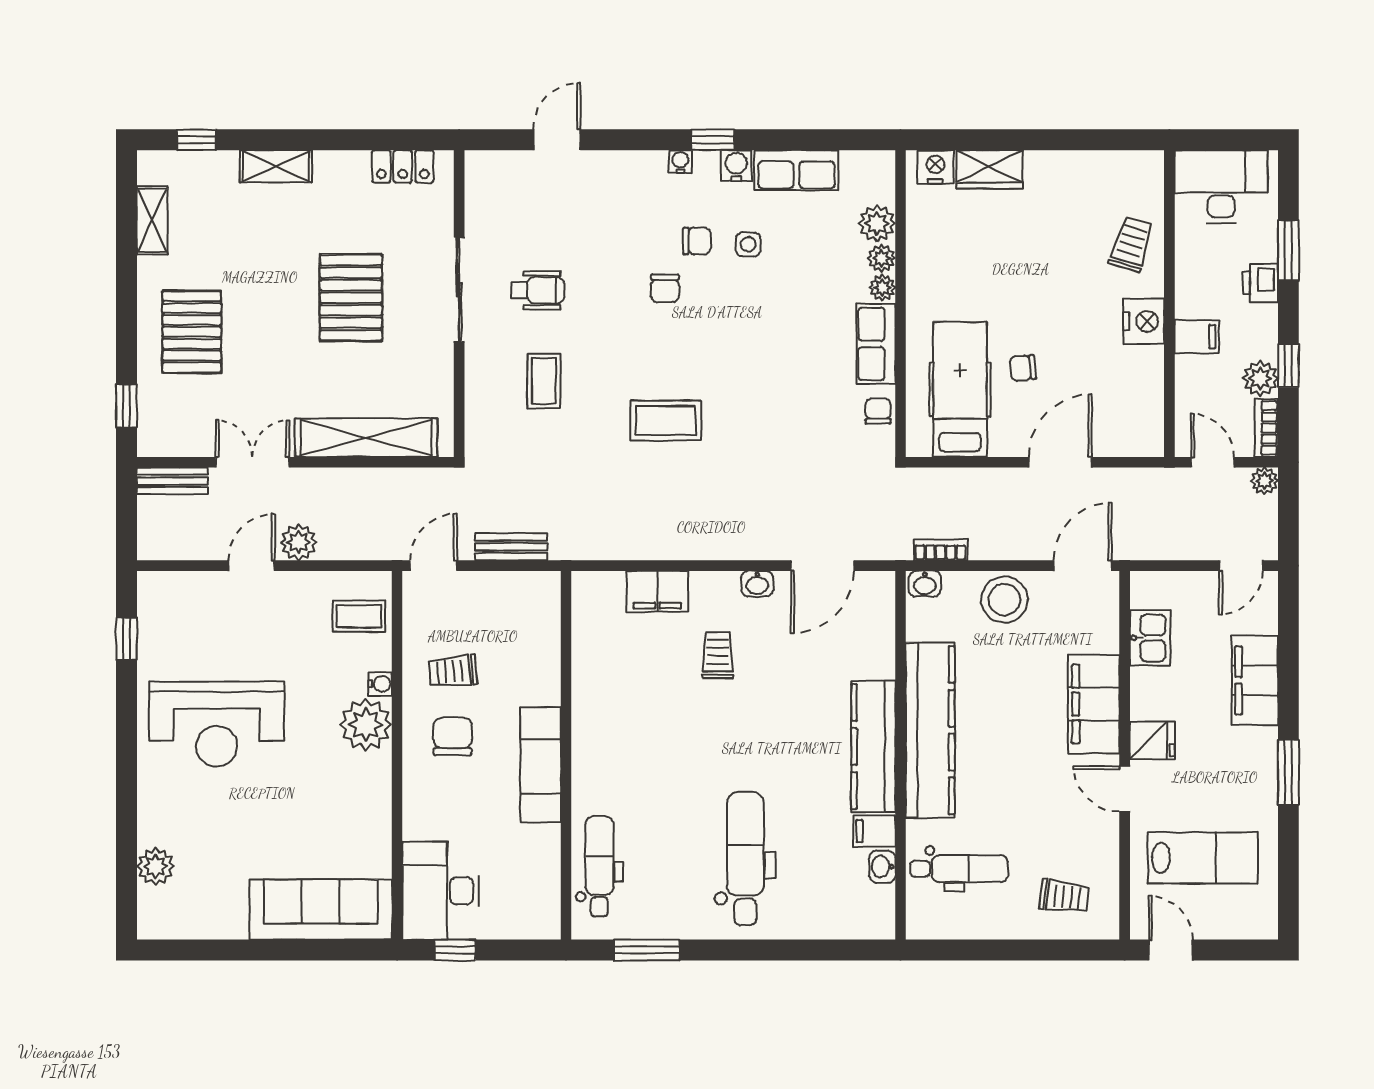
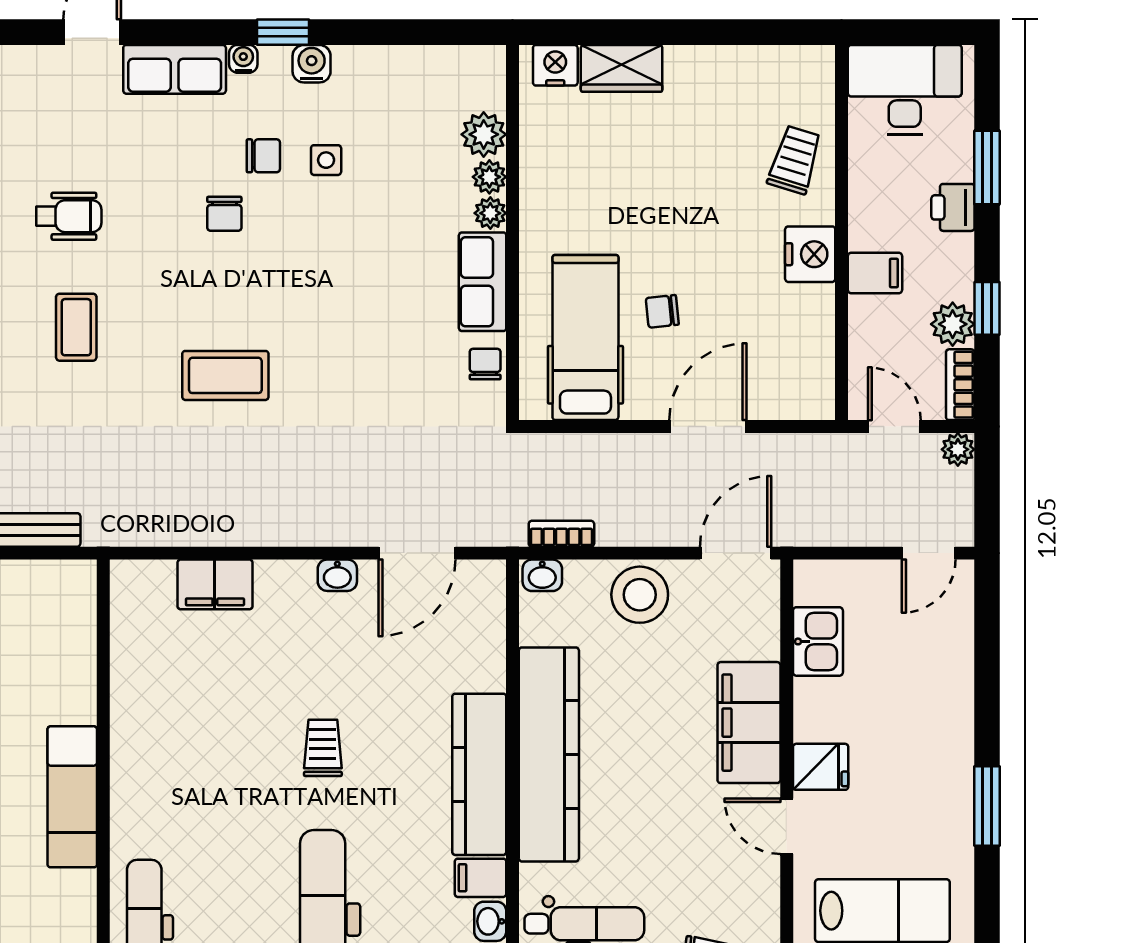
row of seats: (796, 170) -> (175, 69), moved
trolley: (718, 655) -> (323, 748), moved
filing cabinet: (1255, 680) -> (946, 694), removed

